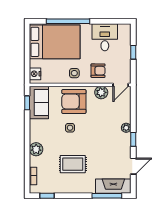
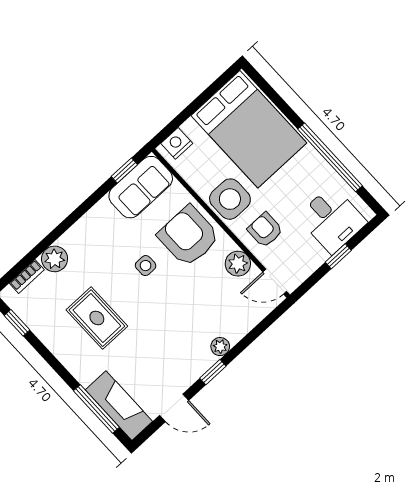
window: (68, 21) -> (330, 157), moved
desk: (105, 37) -> (332, 219), moved, turned 90
armchair: (98, 71) -> (265, 230), turned 180
side table: (74, 73) -> (230, 199), width x1.87, depth x1.87
plant: (36, 149) -> (55, 259), moved

